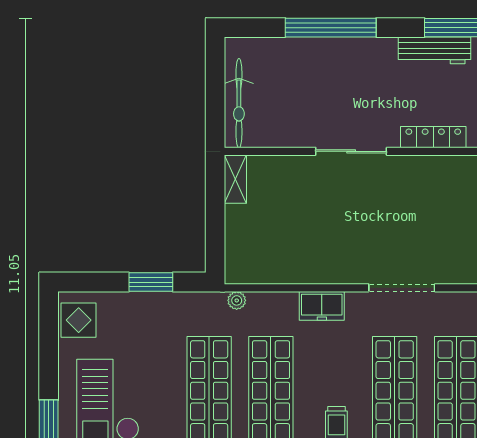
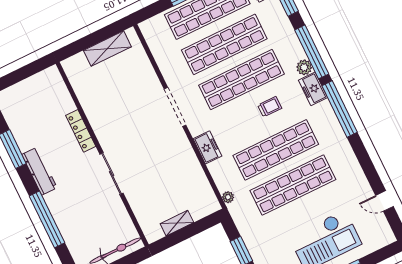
workbench: (435, 50) -> (39, 171), moved
shelving: (235, 179) -> (177, 223), moved

